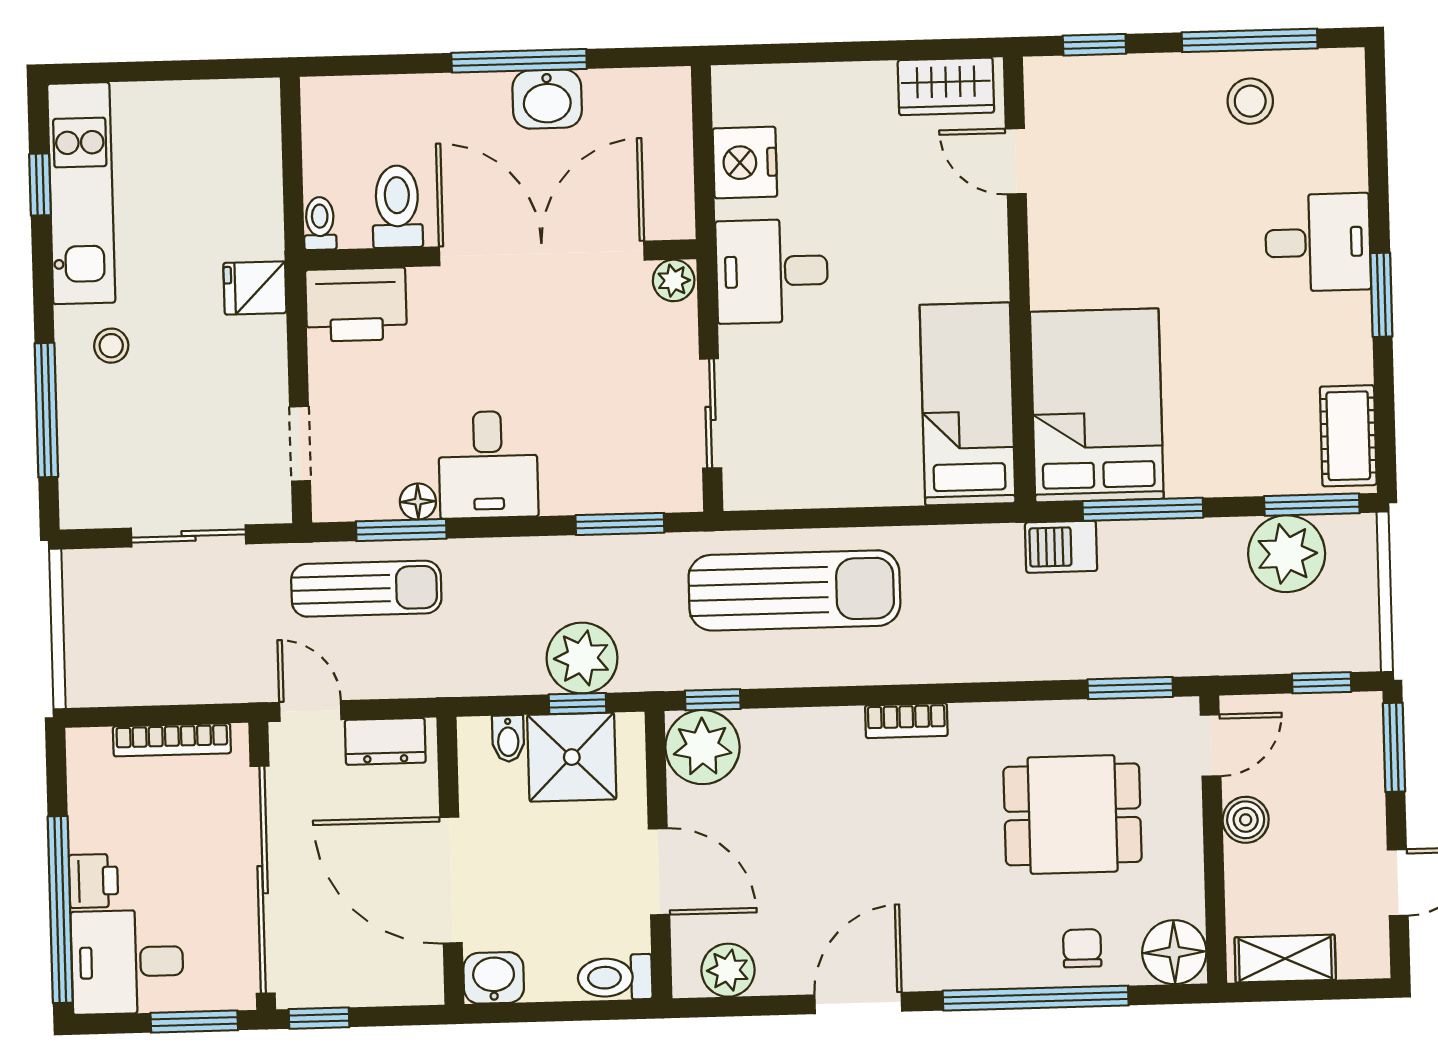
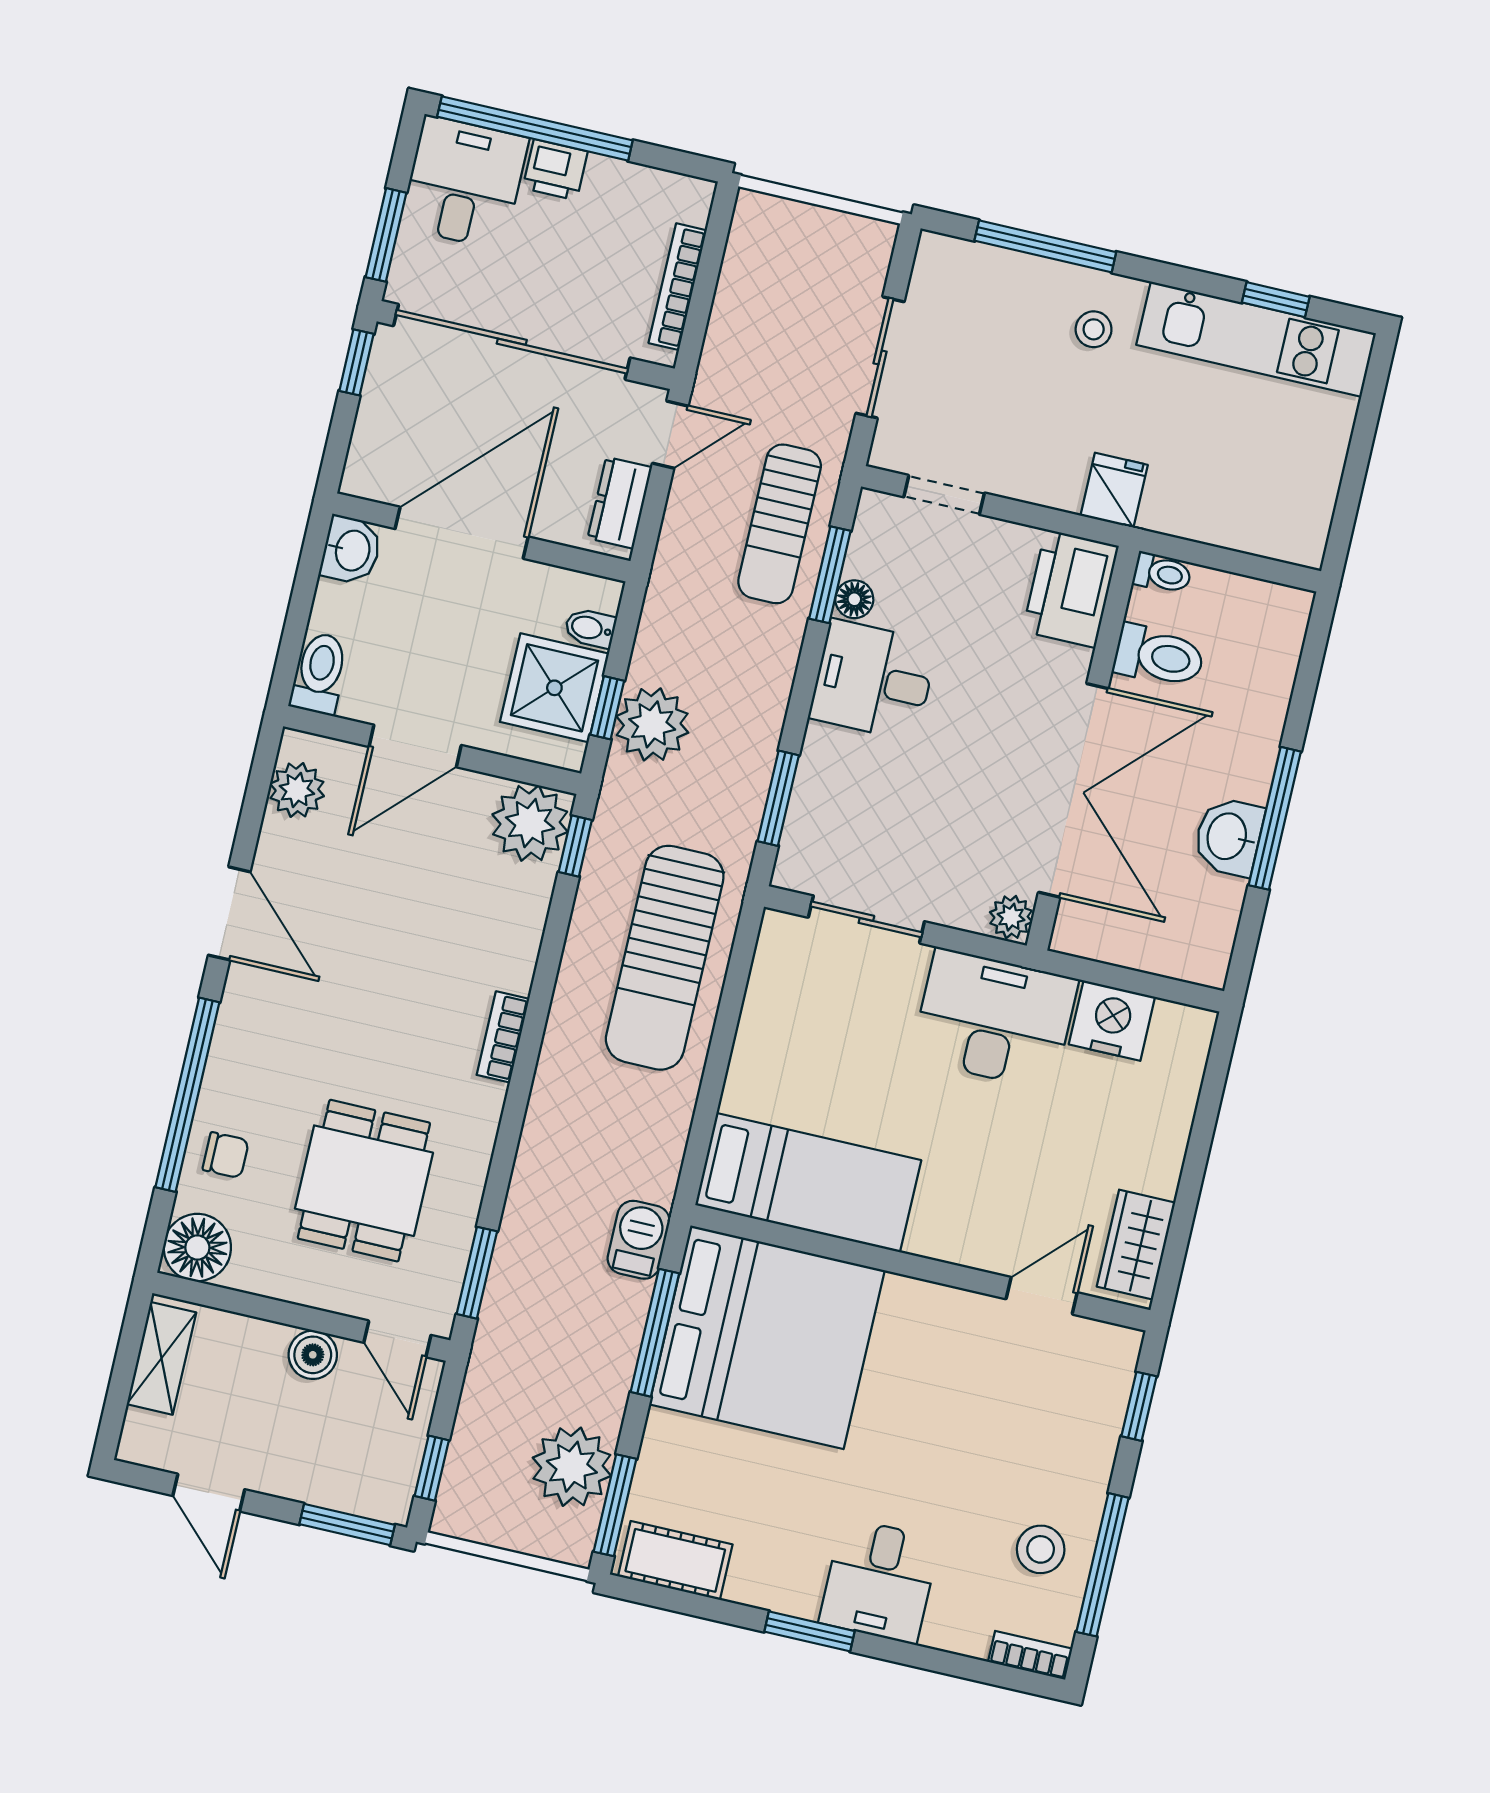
bookcase: (1350, 85) -> (1030, 1655), added
desk: (772, 271) -> (995, 1019), width x1.37
bed: (1097, 405) -> (767, 1337), width x1.36

